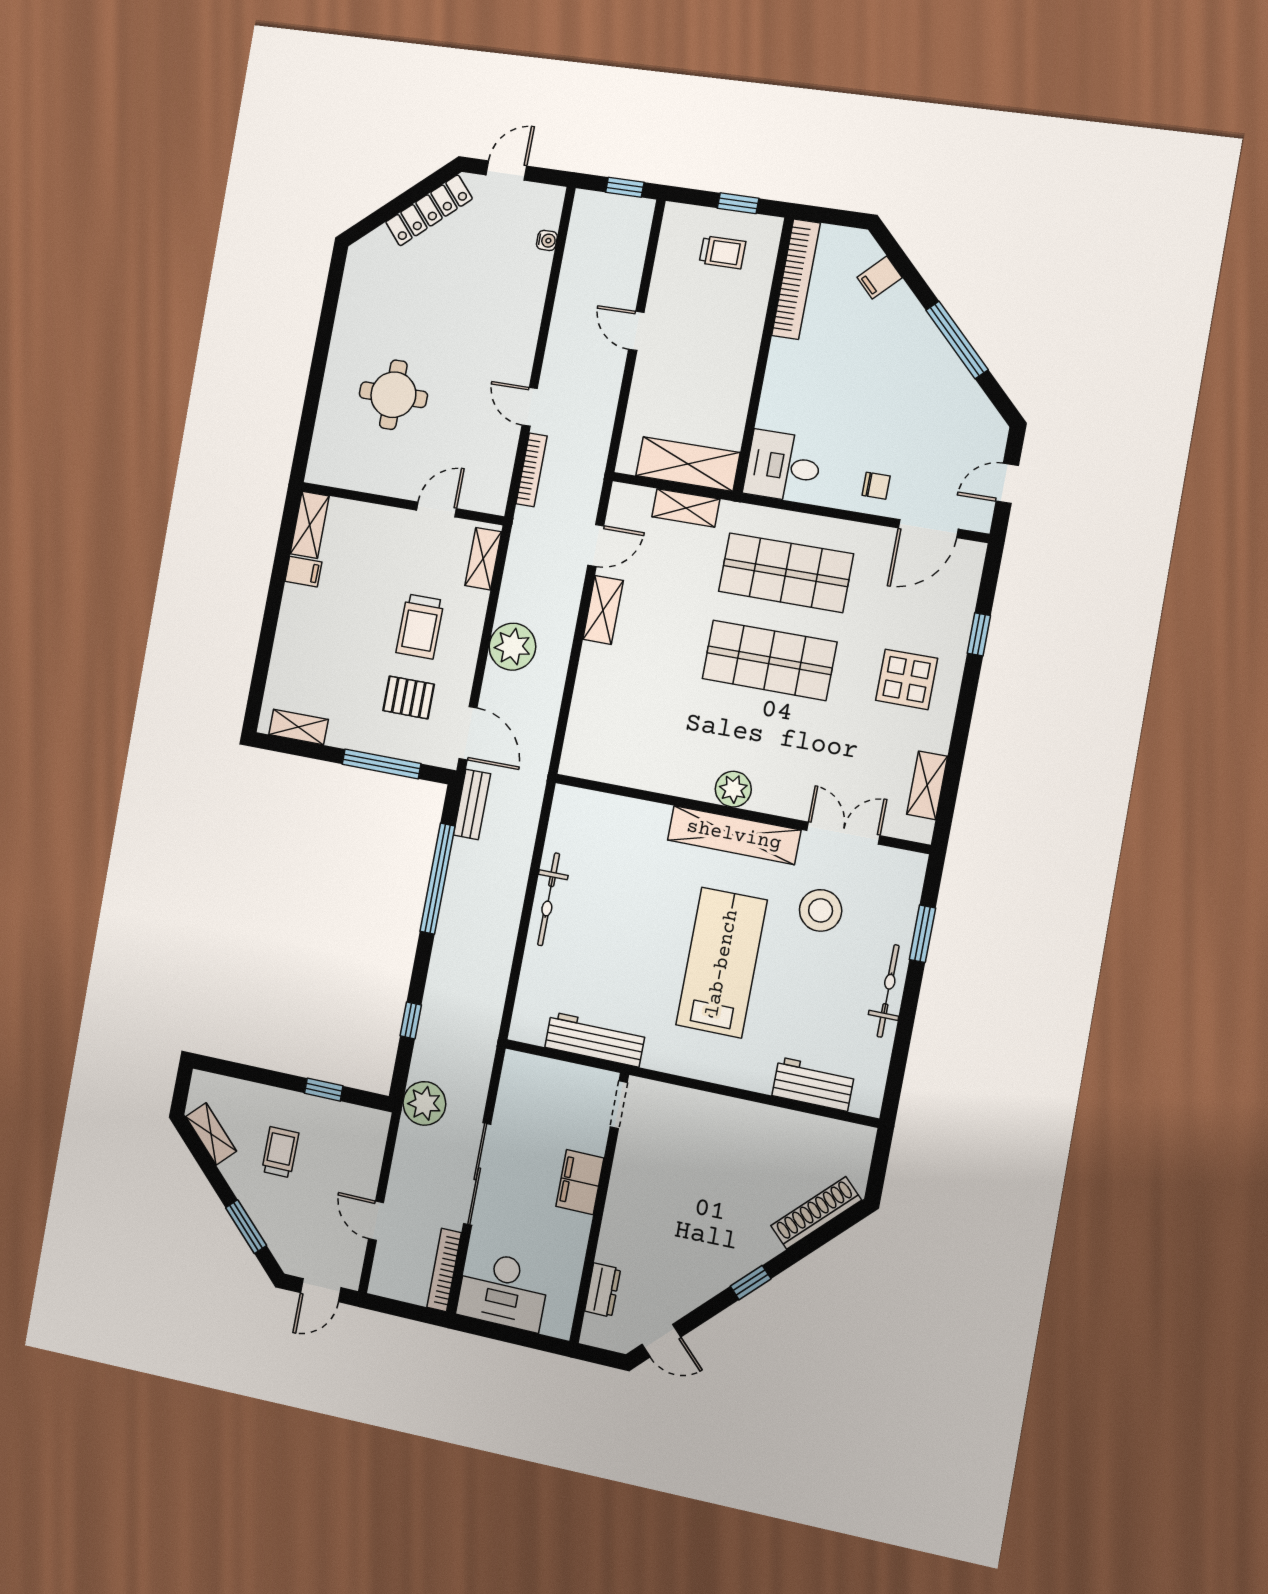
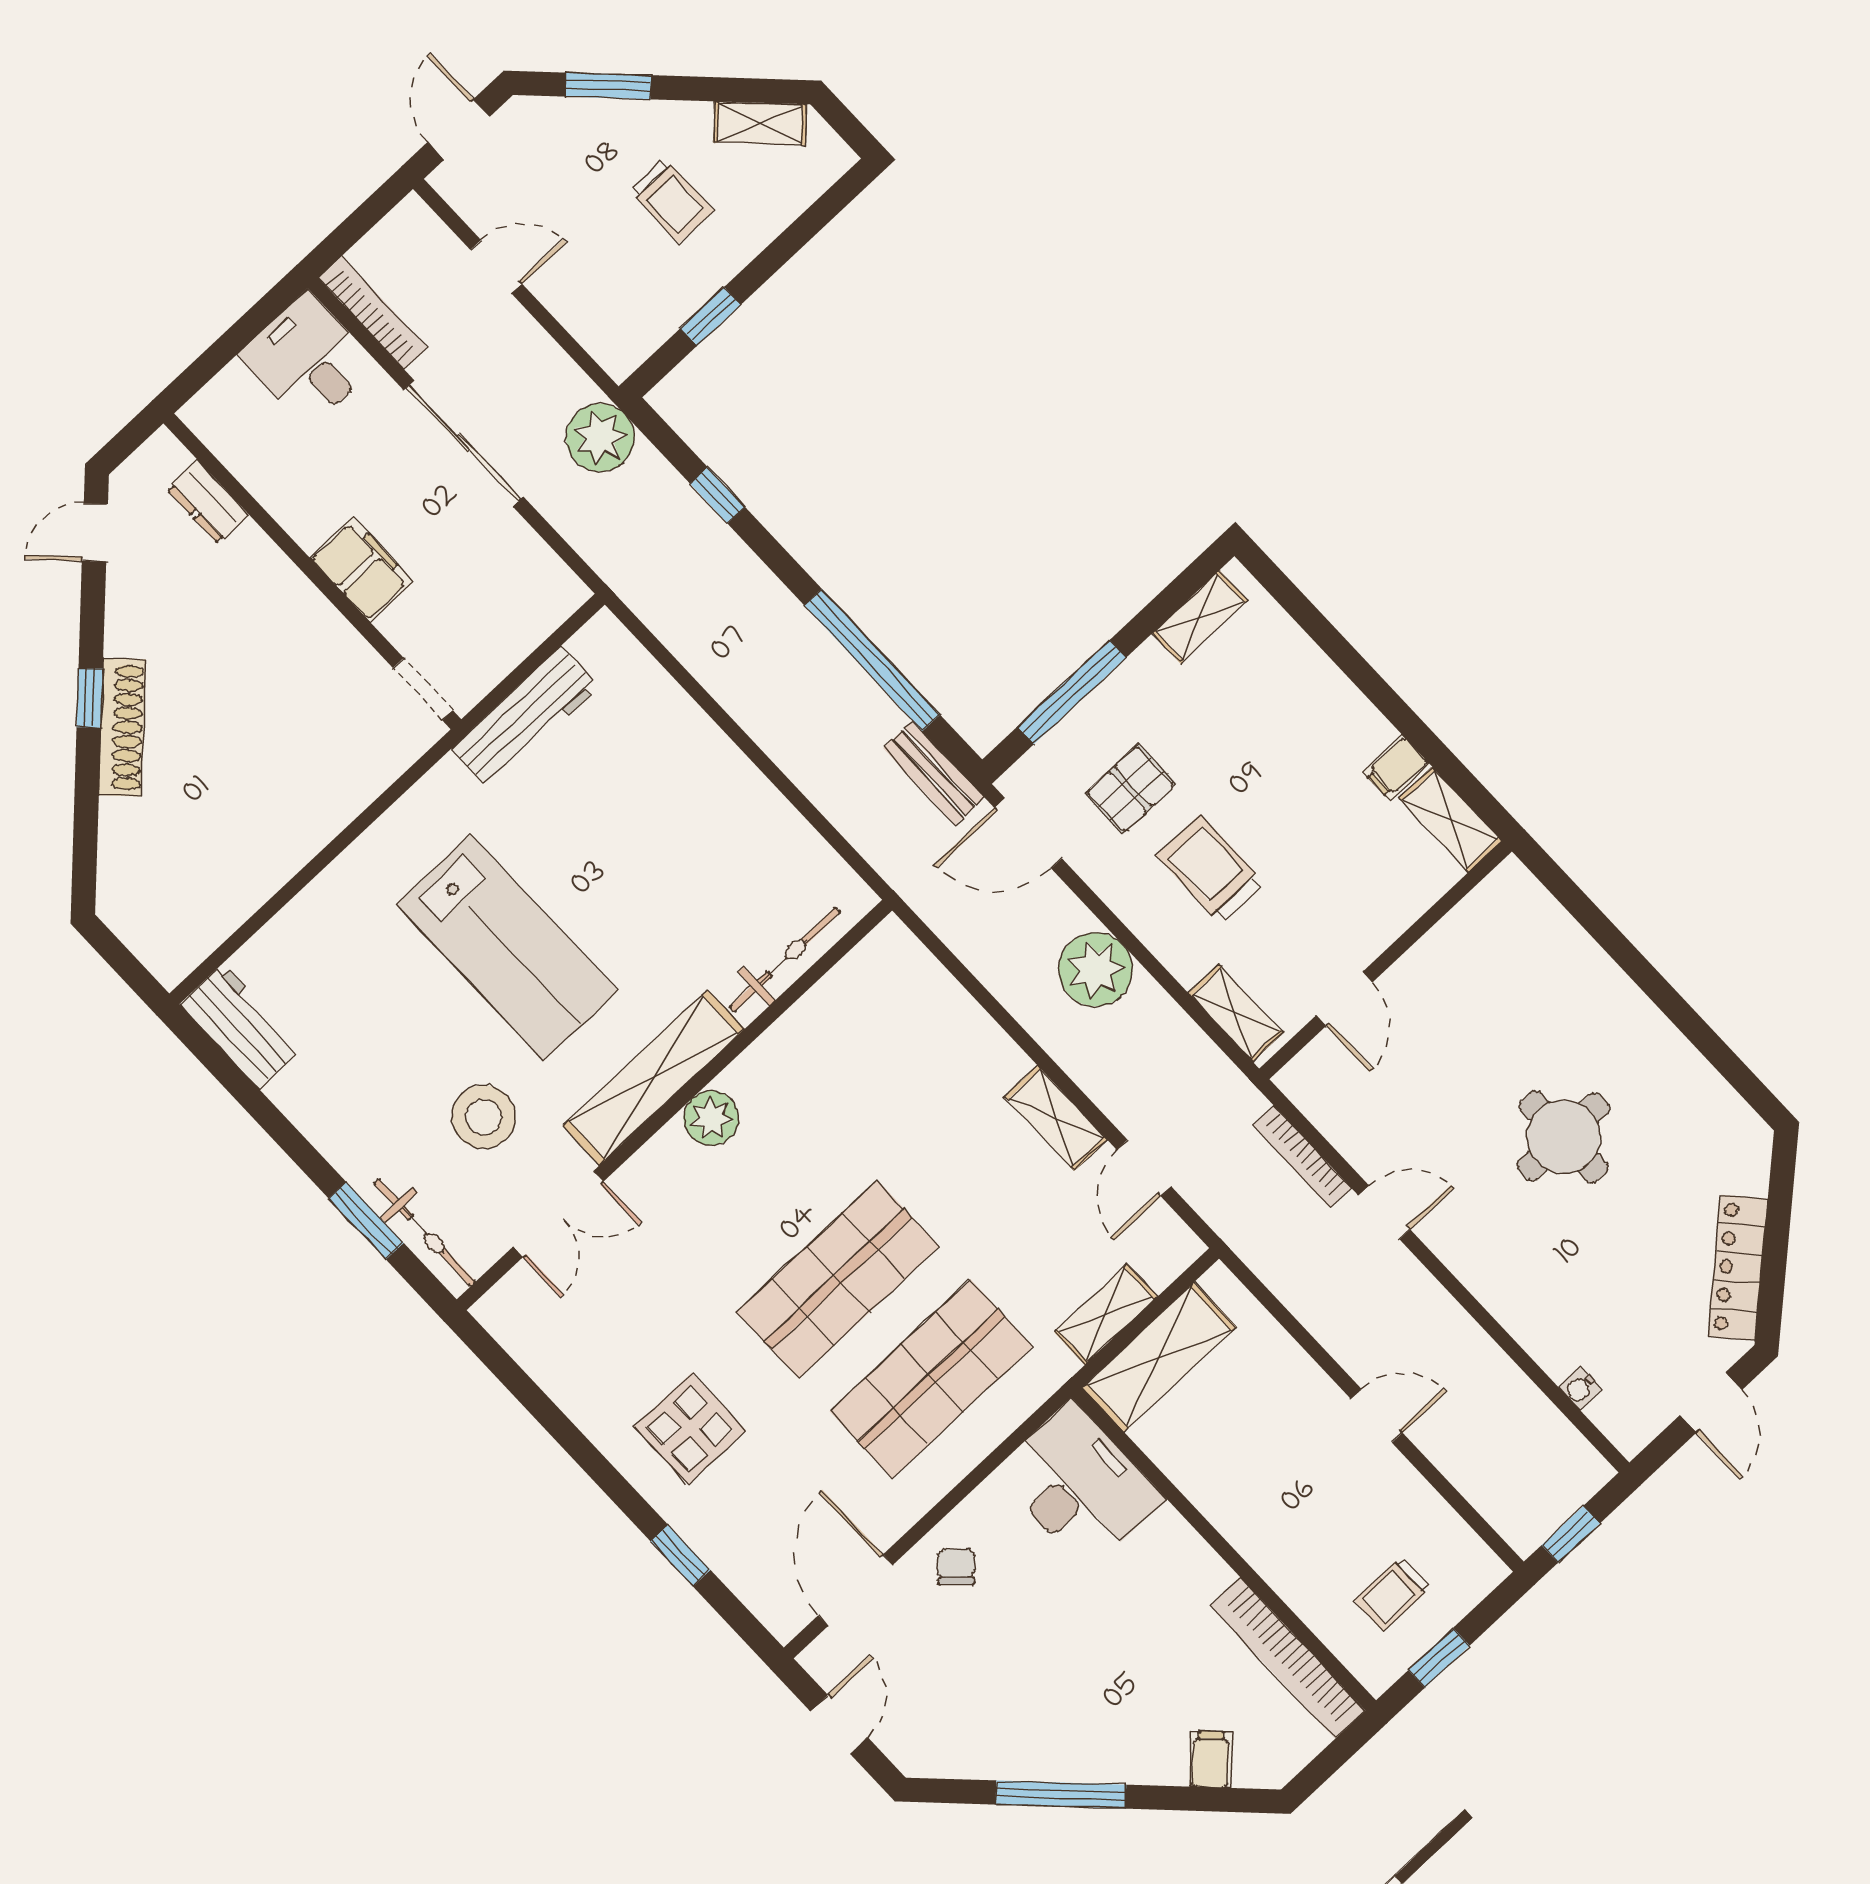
round table: (393, 395) -> (1564, 1137), moved
desk: (783, 466) -> (1079, 1485), width x1.37
chair: (876, 486) -> (956, 1567), turned 132
shelving: (927, 785) -> (542, 1359), removed
bicycle: (549, 899) -> (785, 960), moved, turned 90
bicycle: (888, 991) -> (425, 1233), moved
workbench: (813, 1084) -> (241, 1026), moved, turned -90
shoe rack: (816, 1213) -> (122, 727), moved
desk: (503, 1290) -> (308, 359), width x0.73

